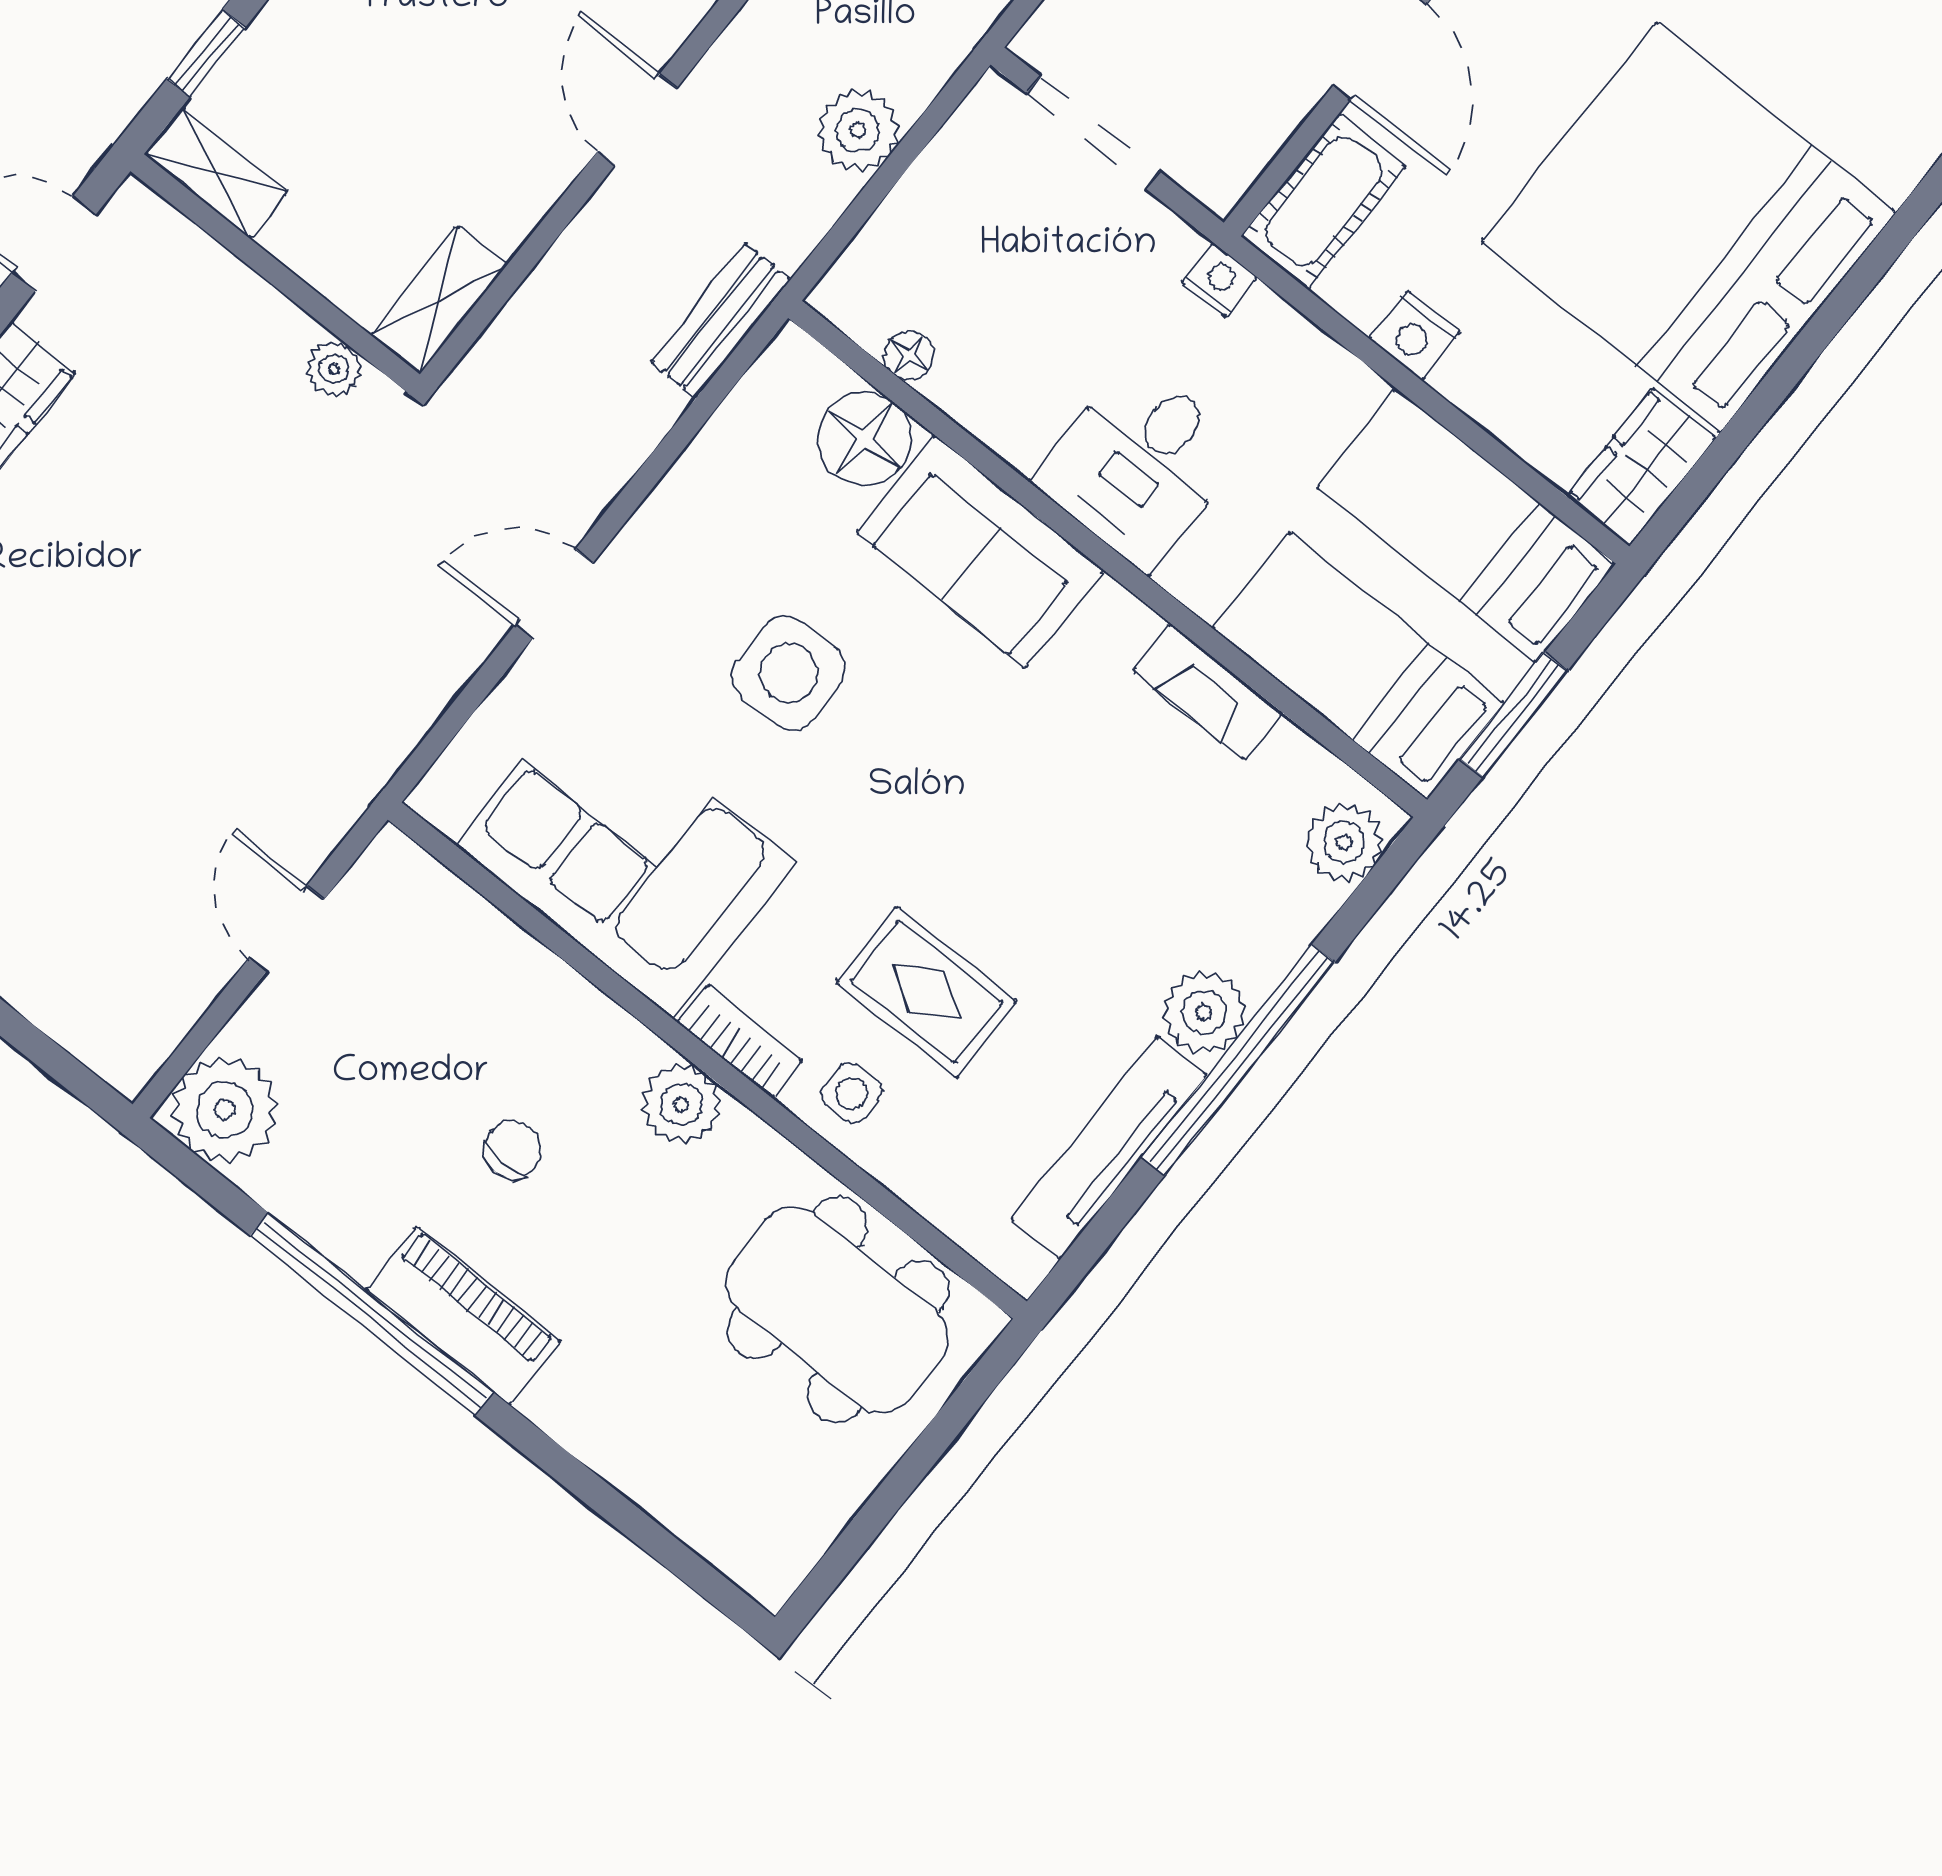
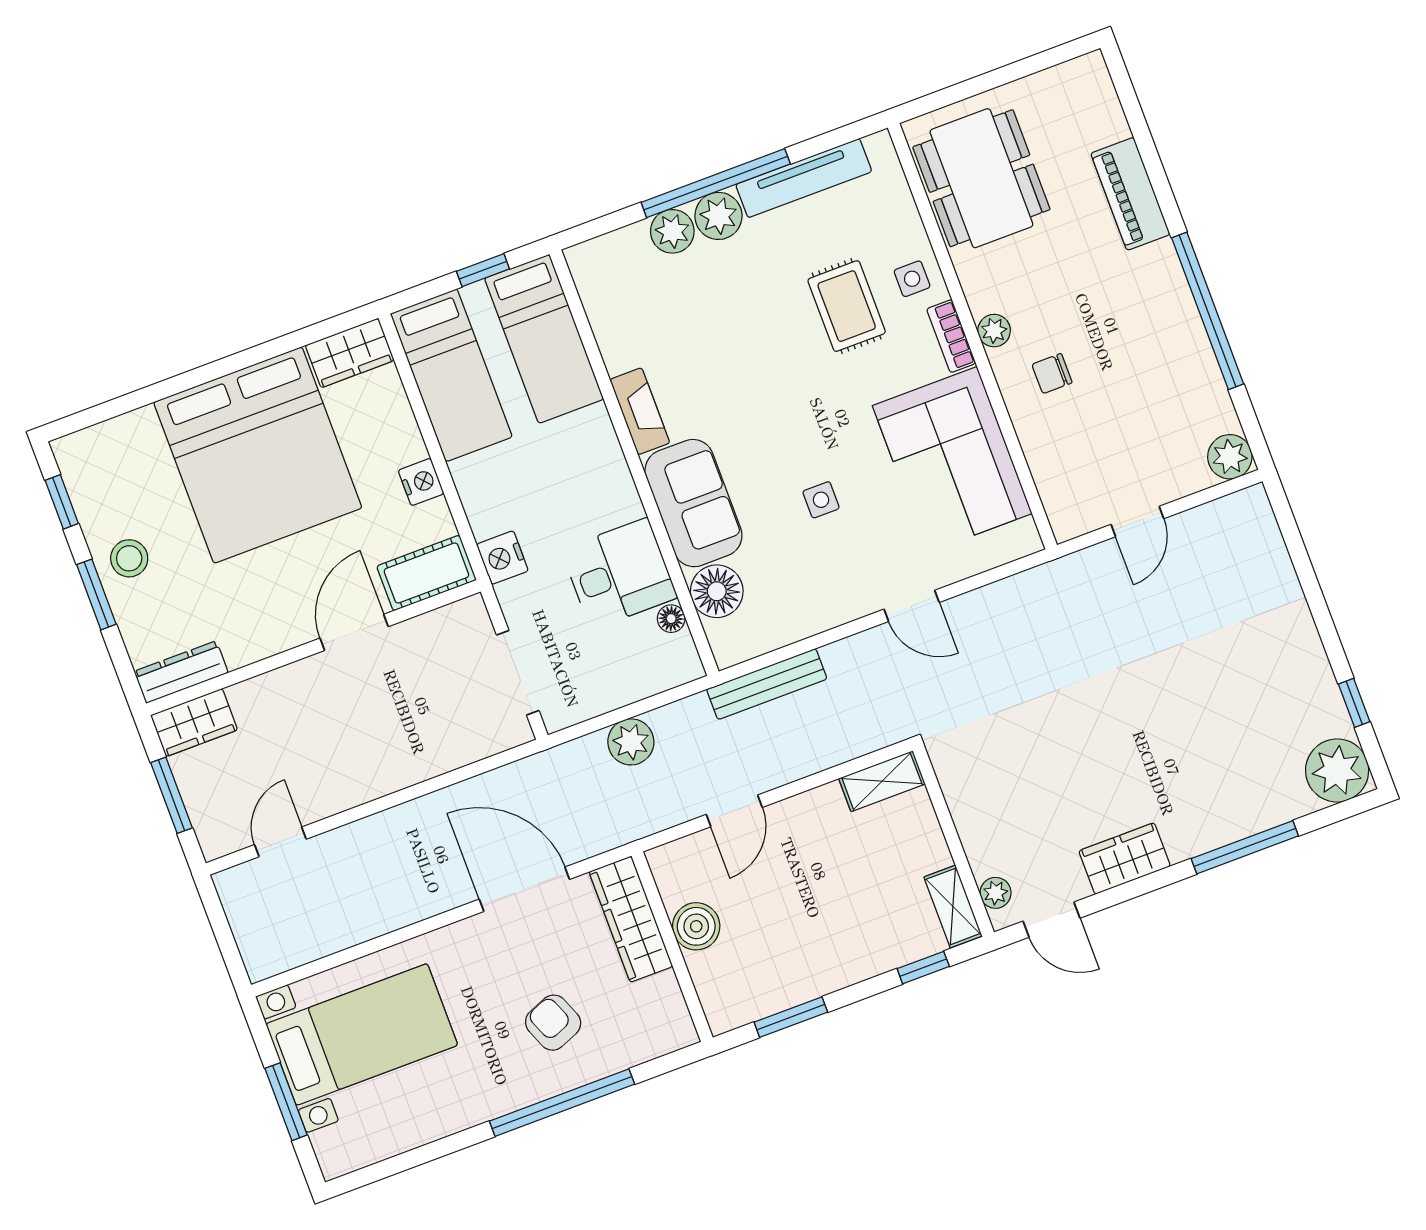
nightstand: (1219, 280) -> (502, 558), width x1.39, depth x1.35
bench: (721, 321) -> (767, 684), width x1.36
plant: (334, 369) -> (996, 893), moved
desk: (1140, 465) -> (619, 574), moved
side table: (789, 673) -> (821, 500), width x0.54, depth x0.54
fireplace: (1208, 692) -> (640, 411), moved
window: (1514, 715) -> (483, 270), width x0.67
plant: (1344, 842) -> (672, 231), moved
plant: (681, 1104) -> (994, 331), width x0.73, depth x0.73
plant: (225, 1110) -> (1230, 457), width x0.73, depth x0.73
chair: (513, 1149) -> (1052, 374), moved
piano: (463, 1316) -> (1130, 194), moved

